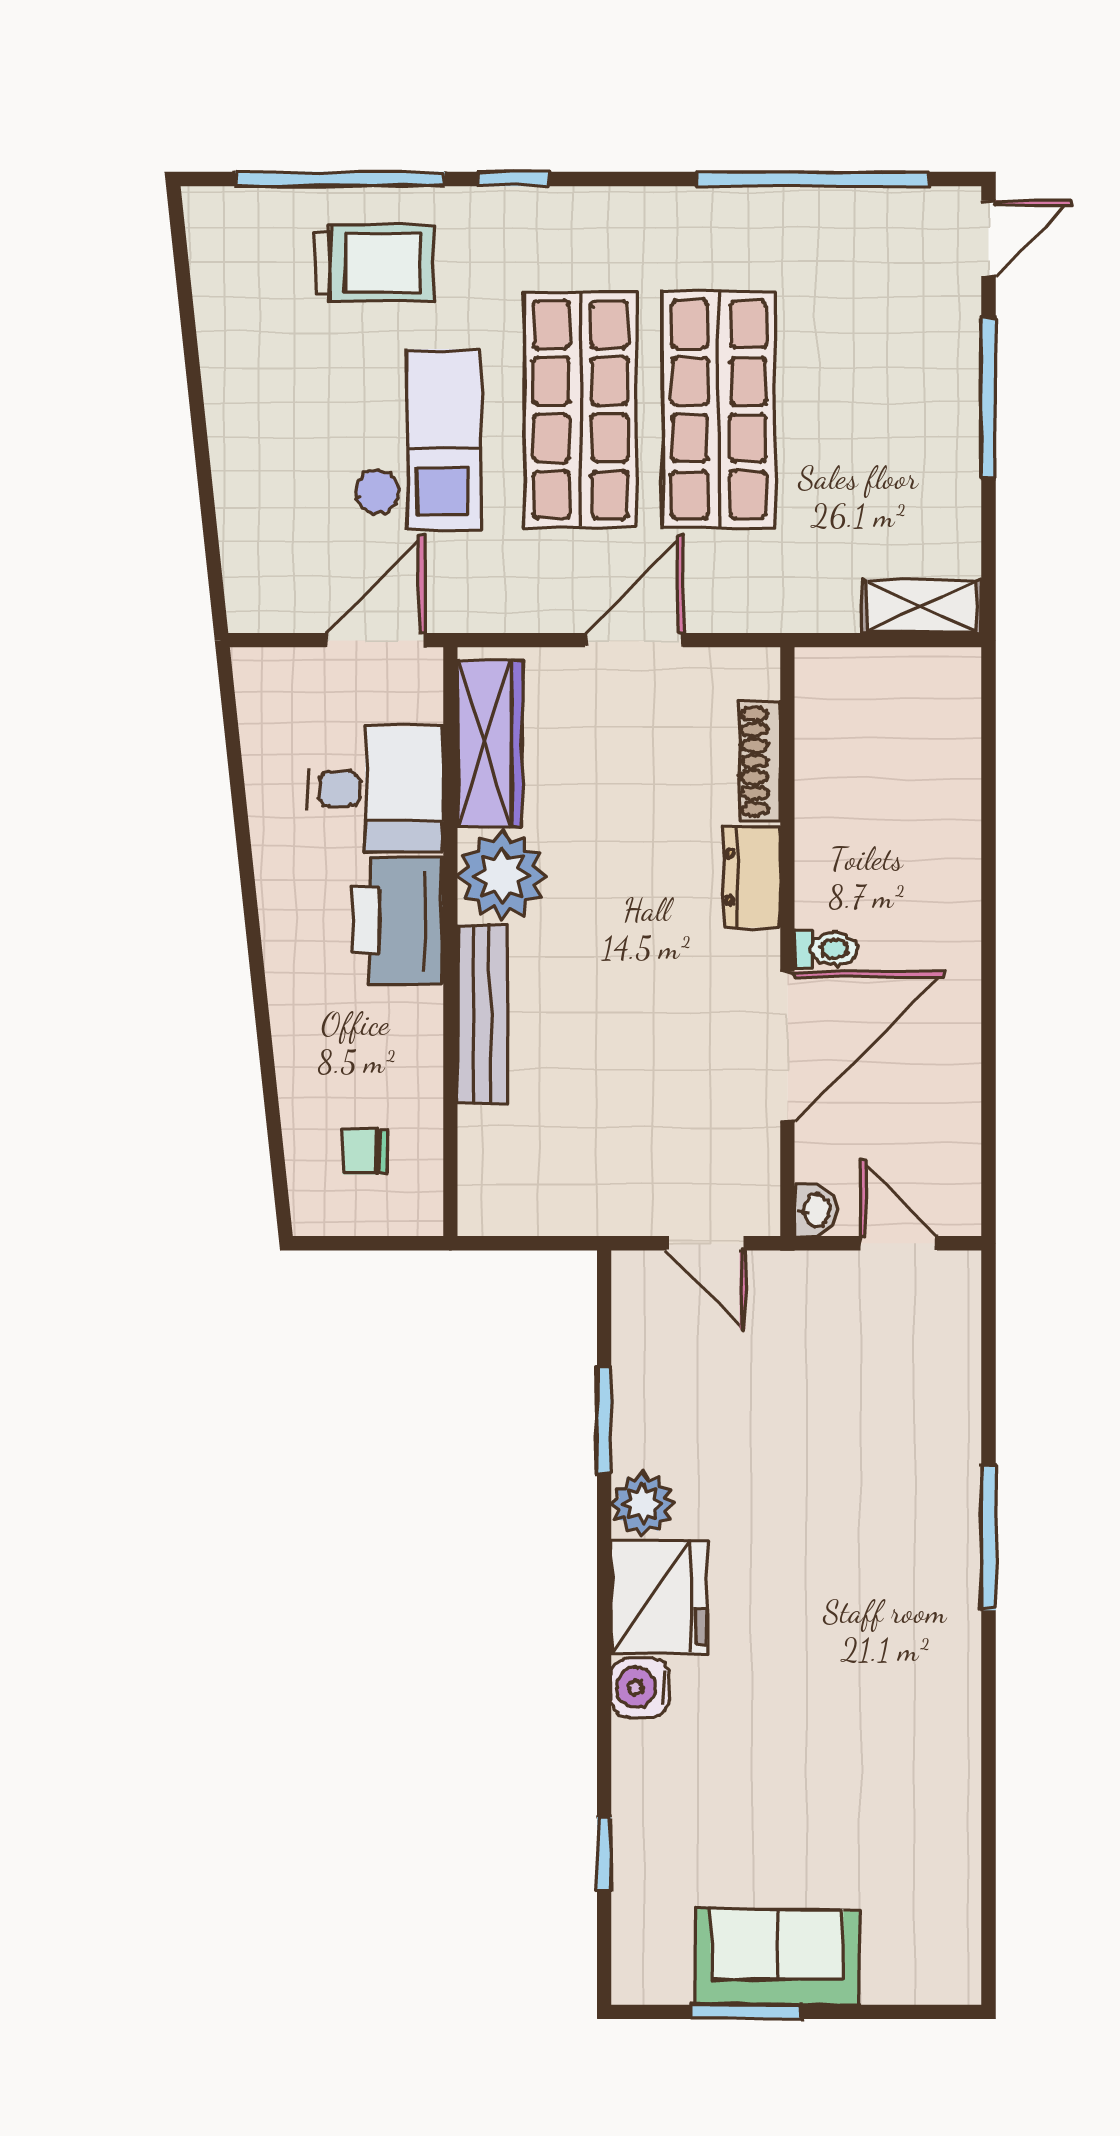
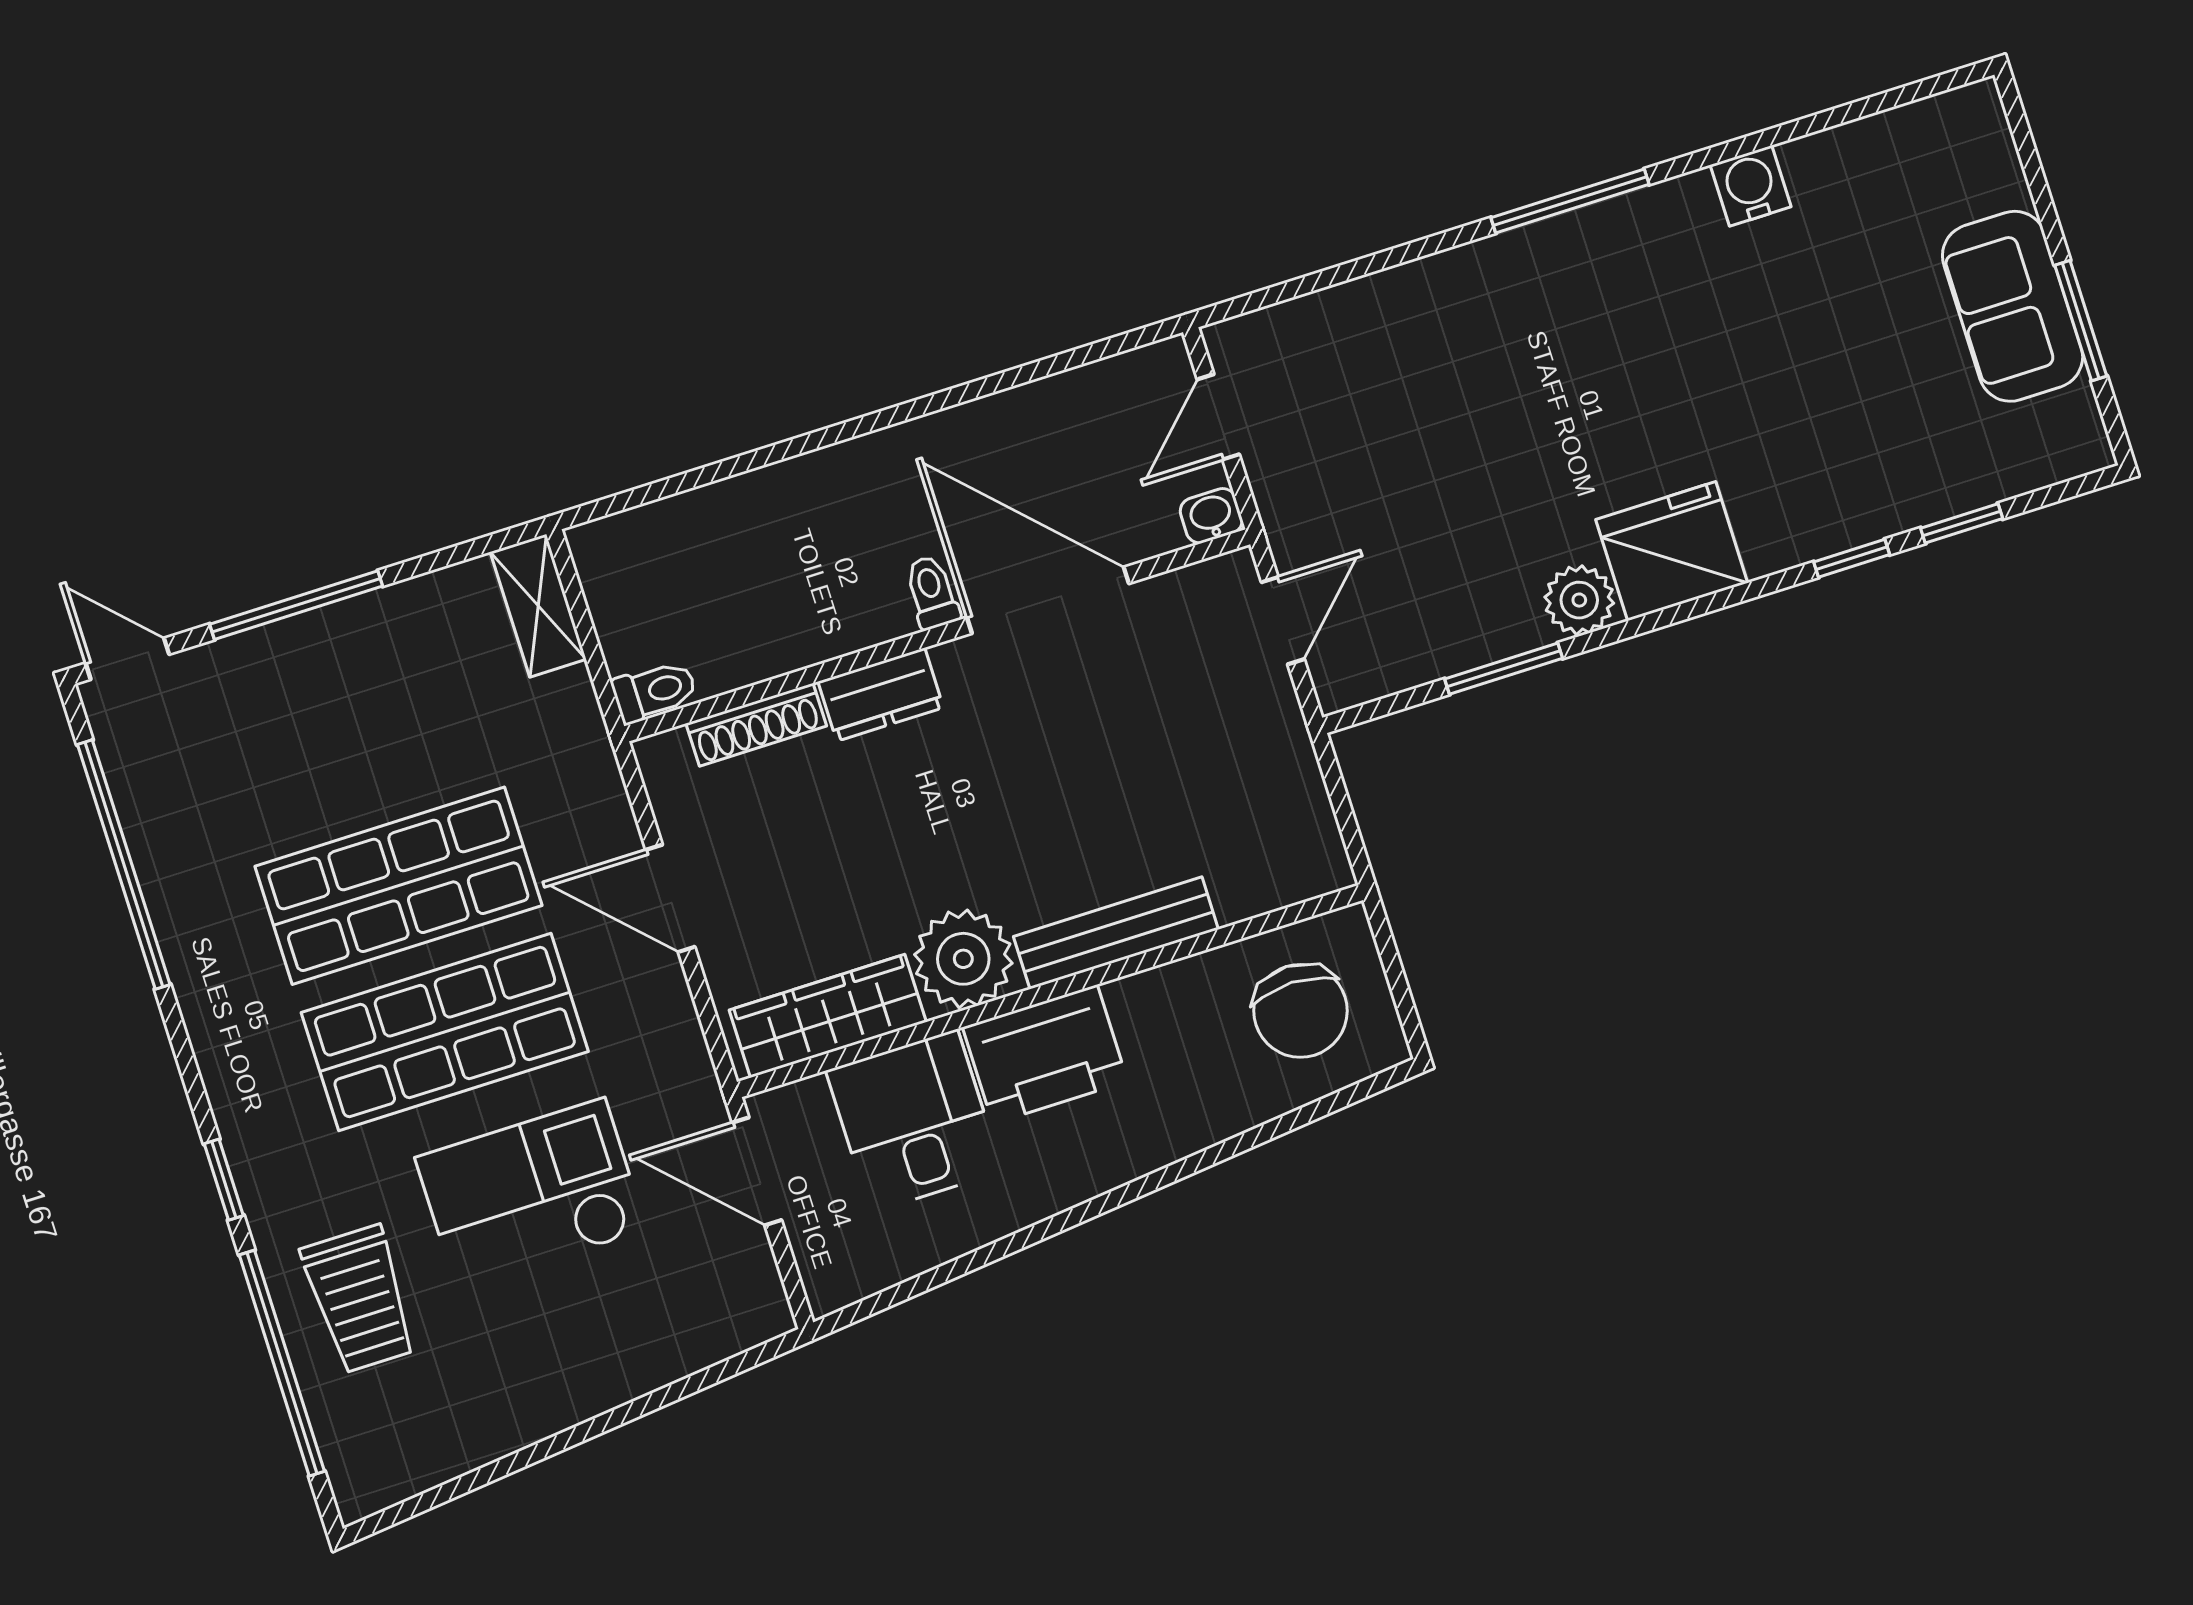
trolley: (374, 263) -> (360, 1299), turned 180
toilet: (816, 683) -> (654, 691), added
chair: (365, 1152) -> (1300, 1011), width x1.87, depth x1.87
window: (988, 1537) -> (1570, 201), moved
water cooler: (640, 1687) -> (1751, 186), moved, turned 180
window: (604, 1750) -> (1852, 558), added

